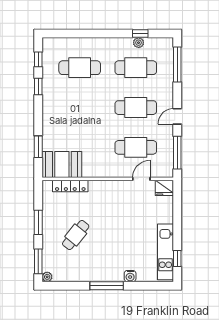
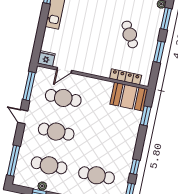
door: (177, 116) -> (23, 117), swing flipped
cafe table: (76, 235) -> (130, 34), turned -69

